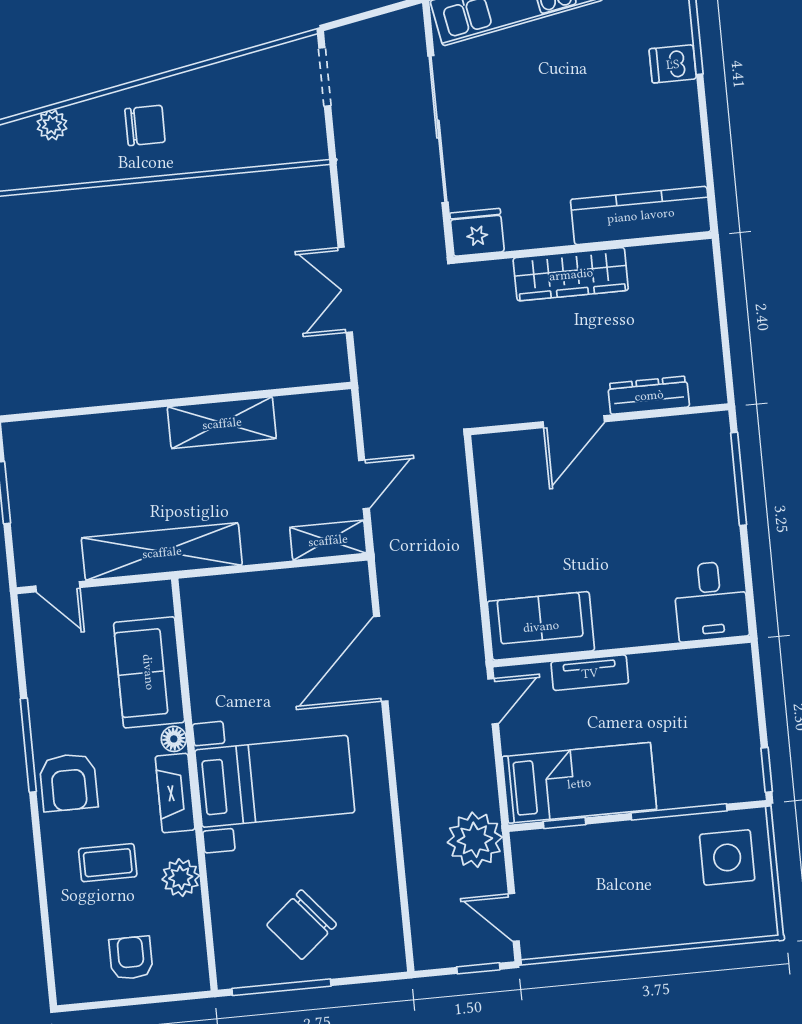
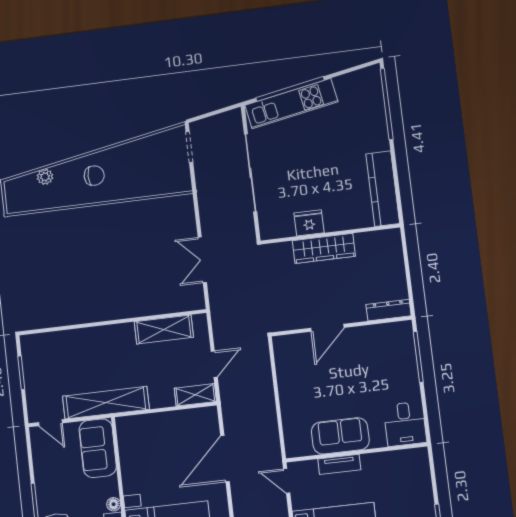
dishwasher: (673, 64) -> (376, 135), removed
kitchen counter: (641, 215) -> (383, 189), moved, turned -90
fridge: (477, 232) -> (309, 223), moved
dresser: (649, 395) -> (389, 310), moved
shelving: (222, 423) -> (164, 329), moved
sofa: (541, 626) -> (340, 436), moved
sofa: (149, 672) -> (98, 448), moved
door: (493, 701) -> (287, 481), swing flipped

